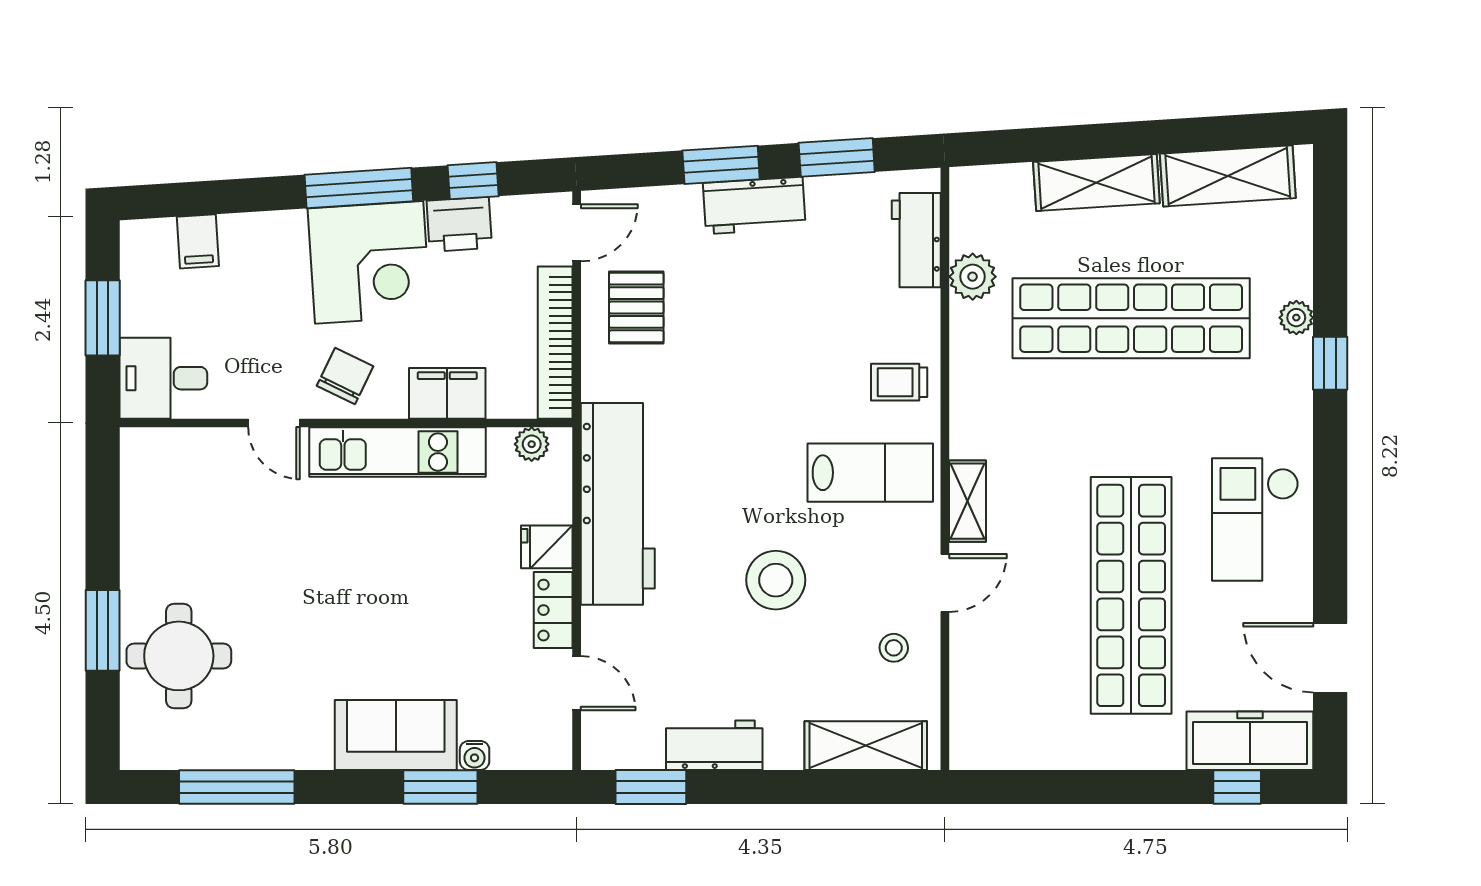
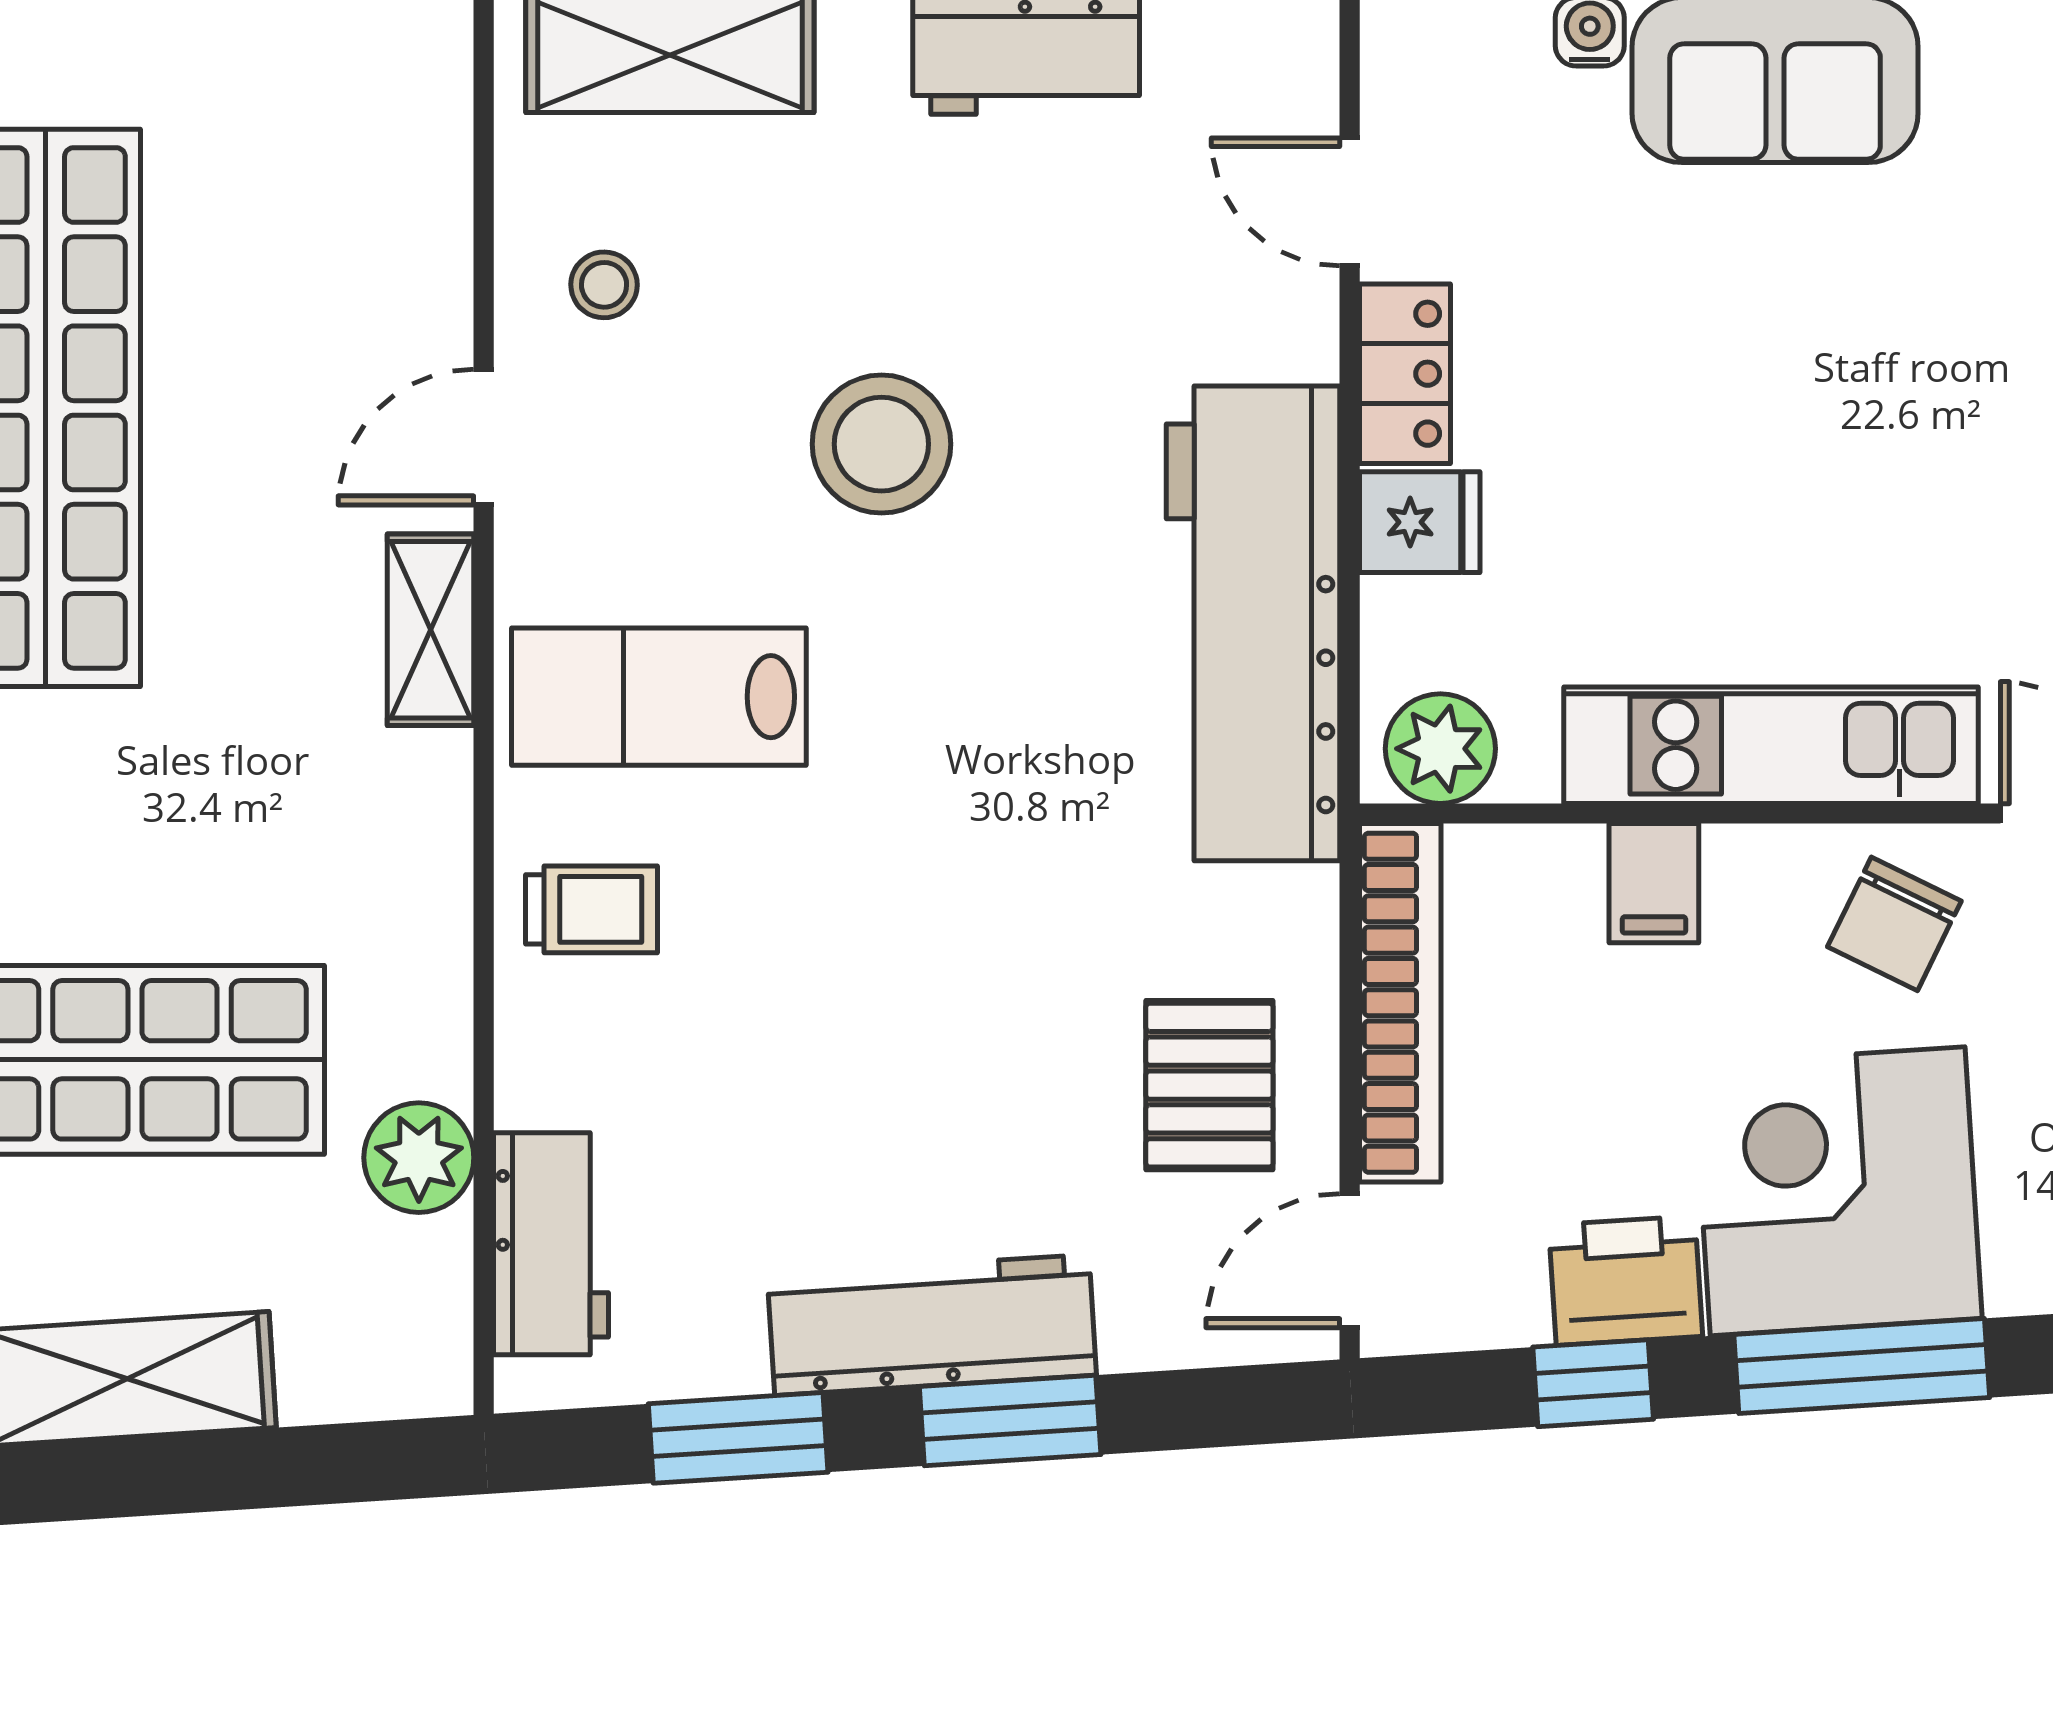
workbench: (754, 205) -> (932, 1325), width x1.38
filing cabinet: (447, 393) -> (1654, 883), width x0.50
plant: (532, 444) -> (1440, 749), width x1.38, depth x1.38

